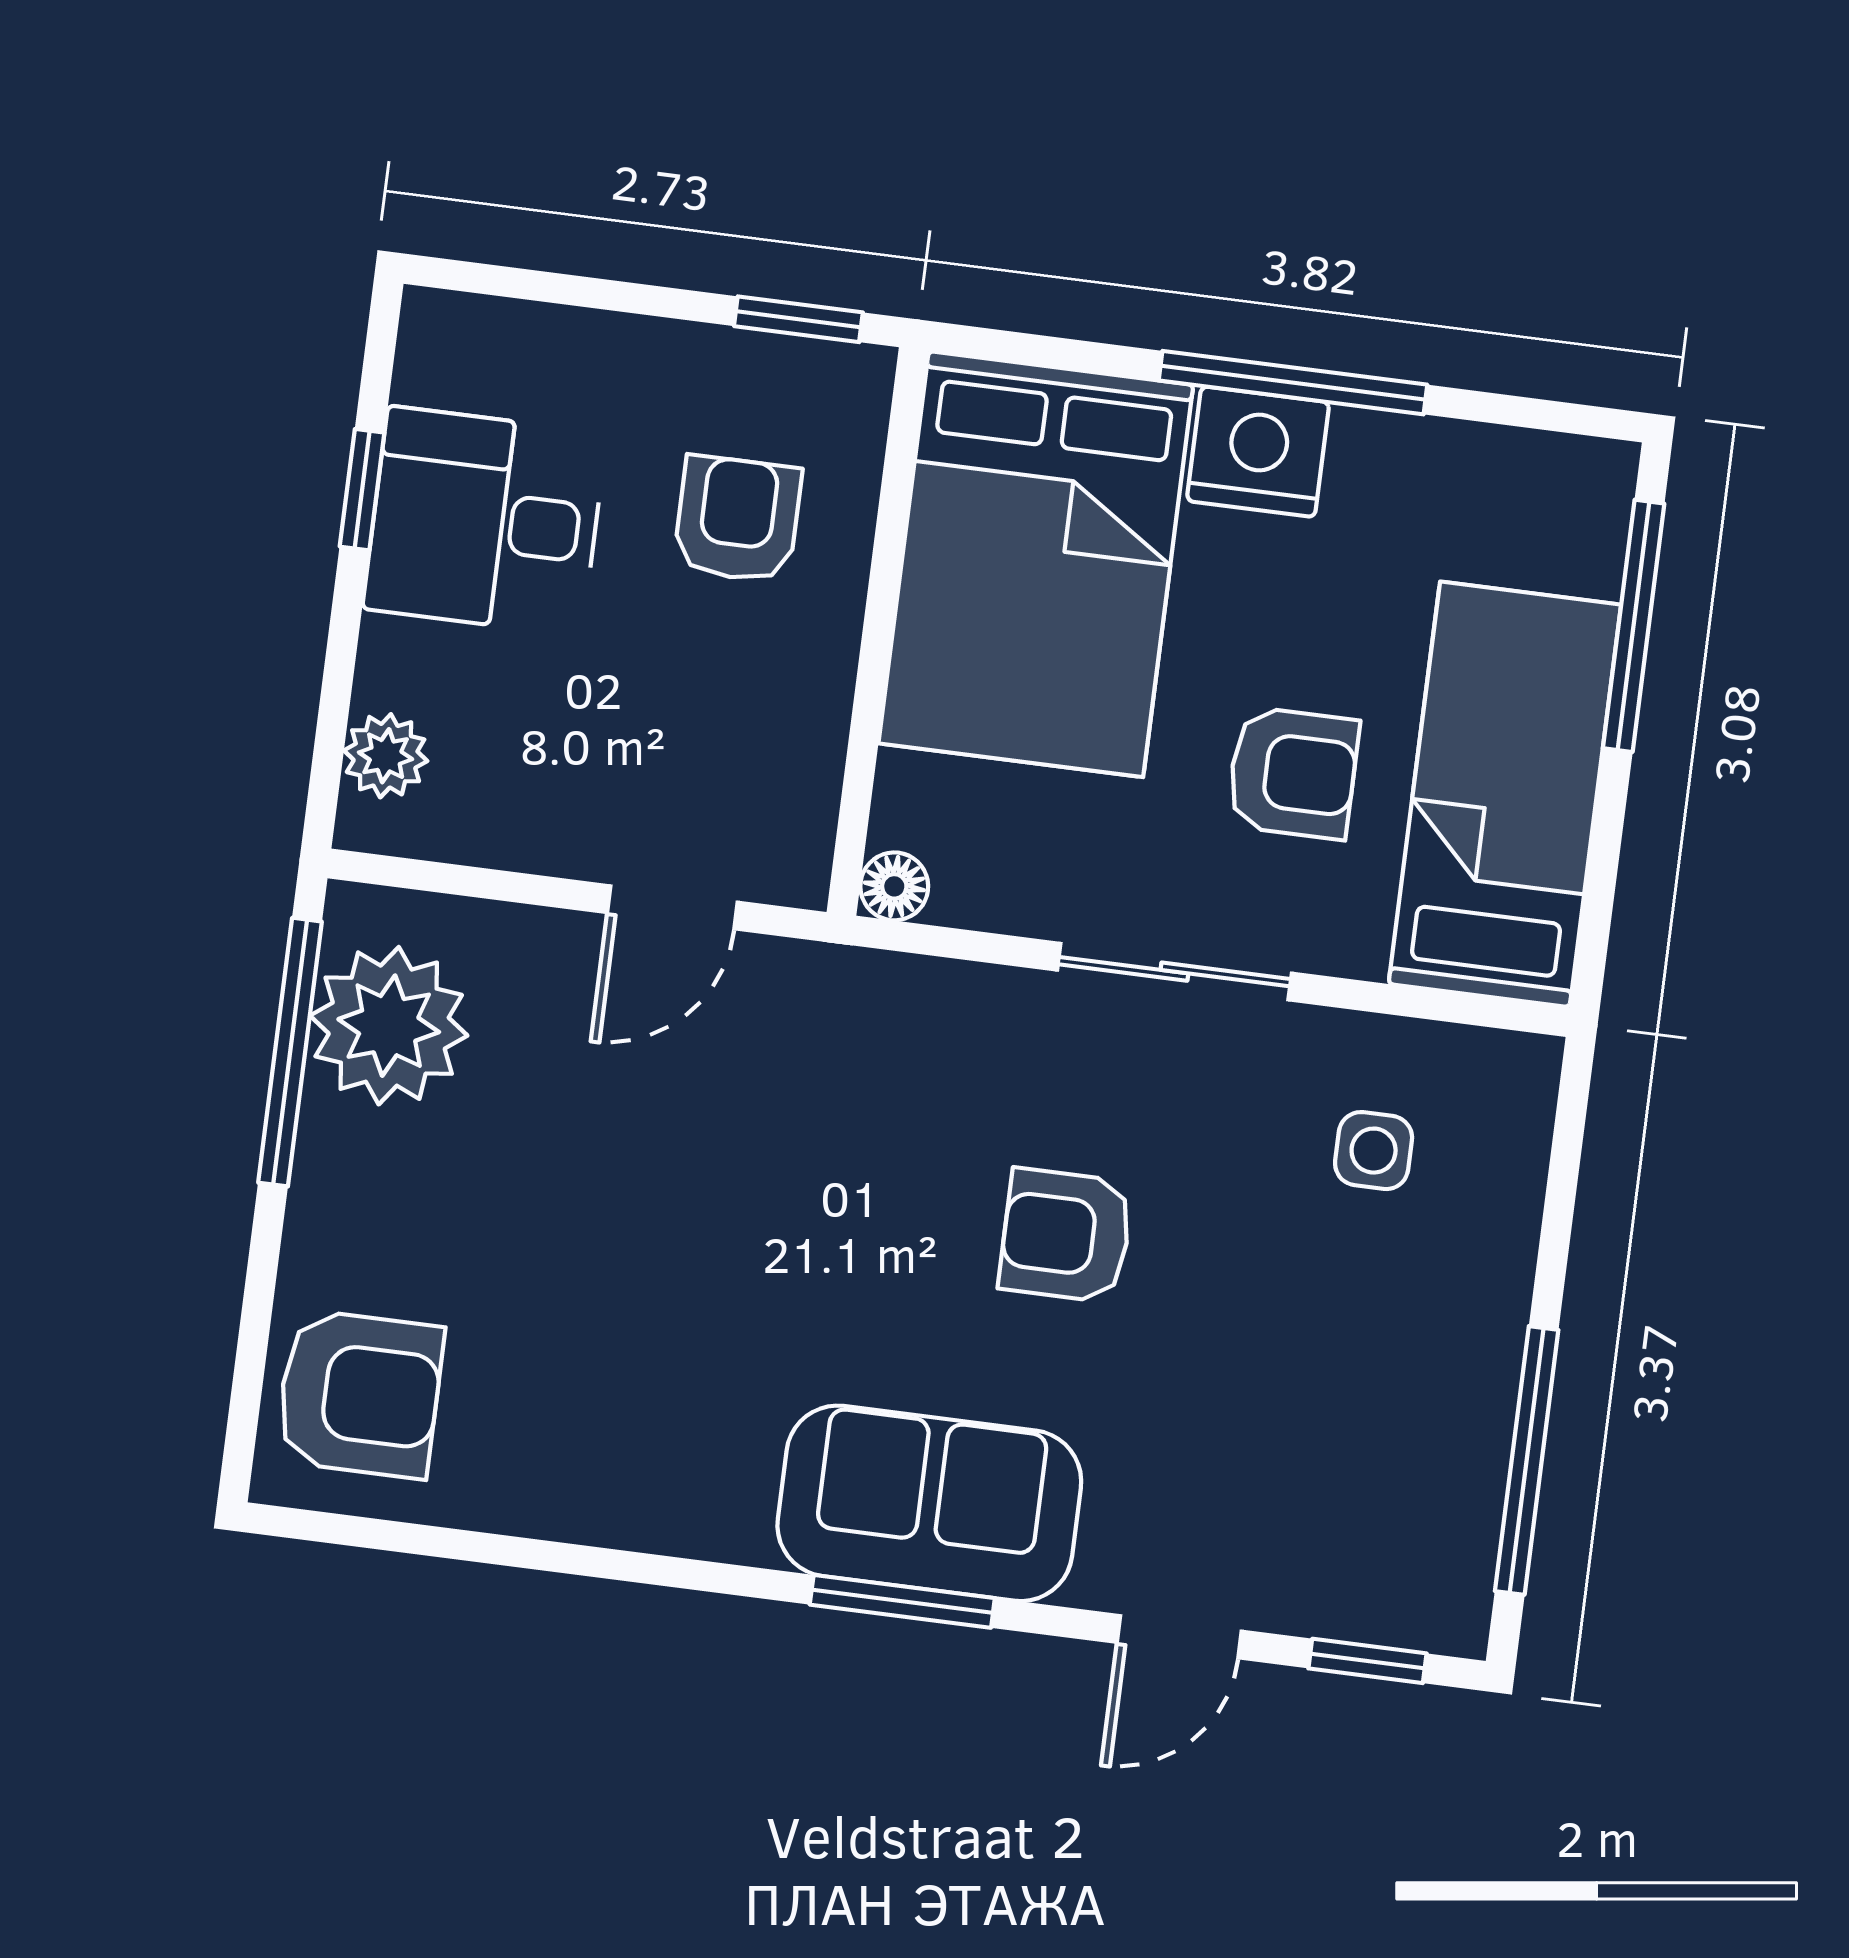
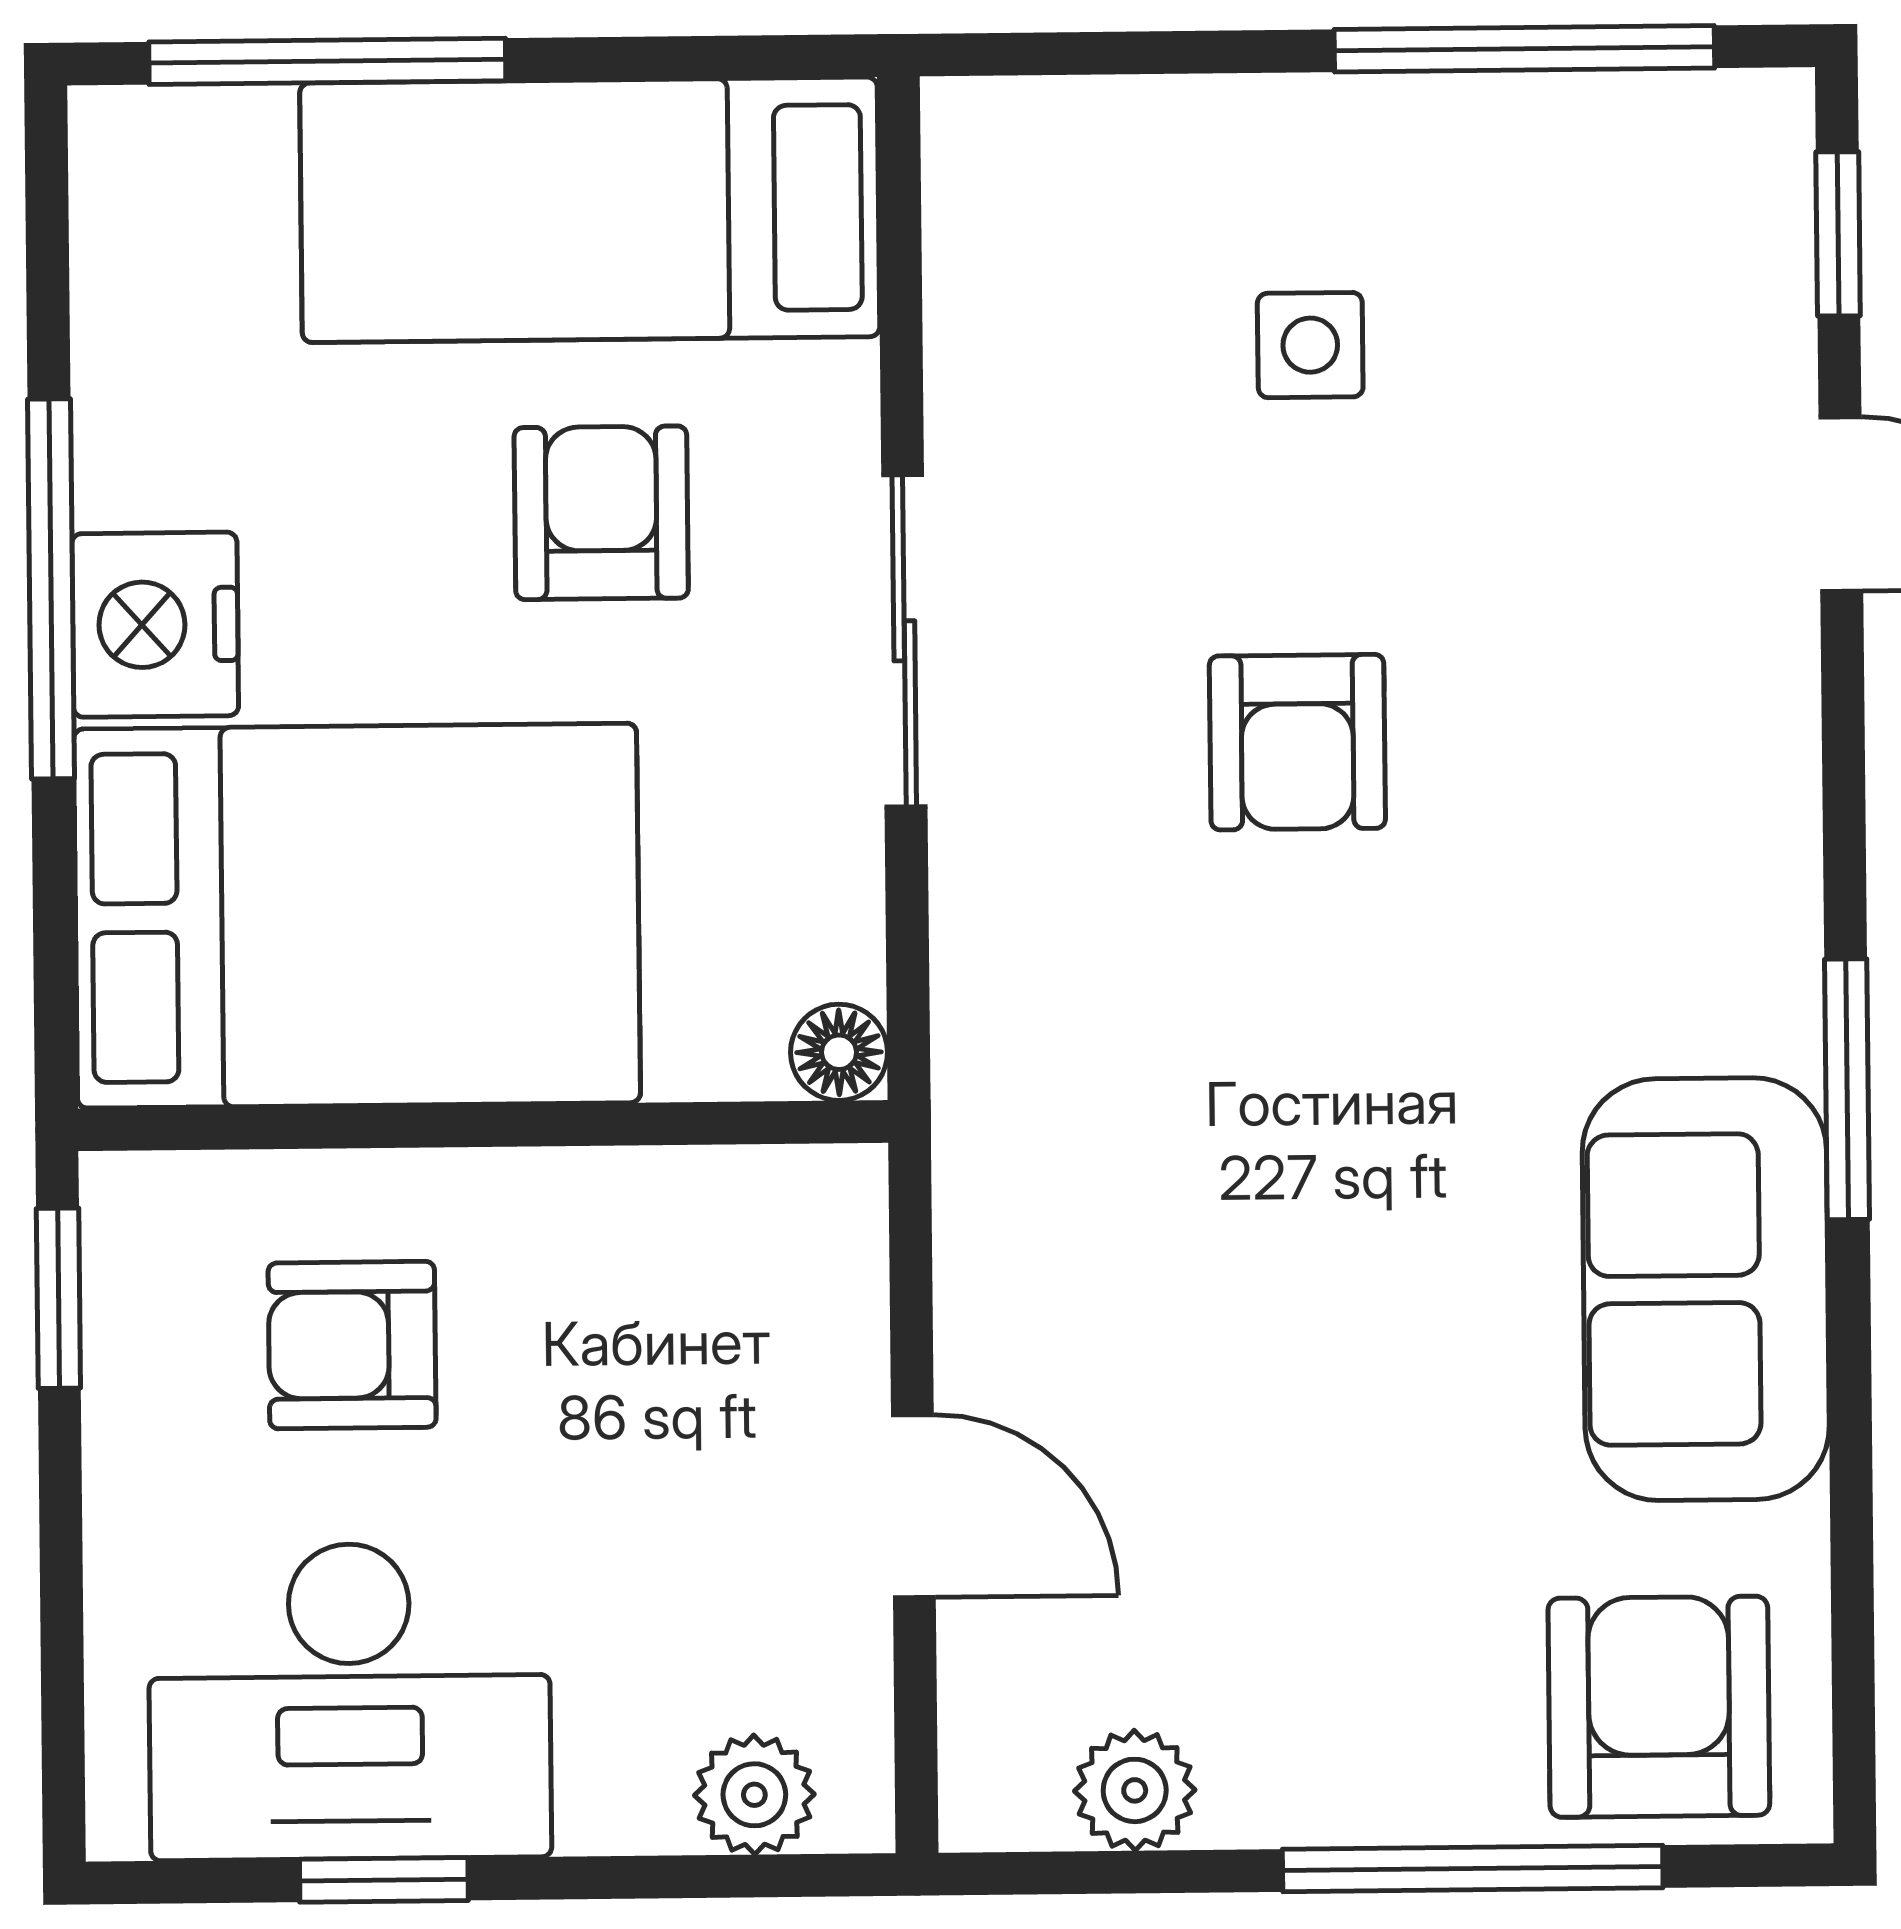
desk: (485, 521) -> (350, 1701), width x1.37
door: (672, 907) -> (913, 1506), moved
plant: (389, 1026) -> (1135, 1790), width x0.53, depth x0.53
window: (290, 1052) -> (1473, 1869), moved
side table: (1374, 1151) -> (1310, 345), moved
sofa: (929, 1503) -> (1706, 1289), moved
window: (902, 1601) -> (1847, 1089), moved

